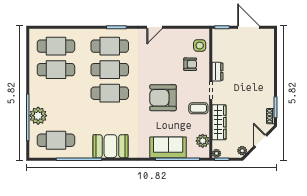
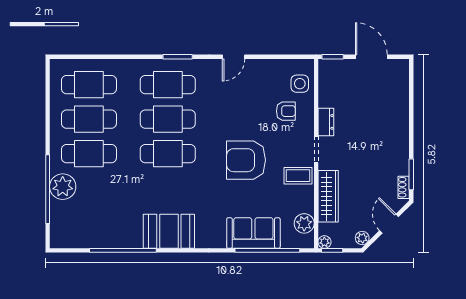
cafe table: (56, 140) -> (89, 154), moved

